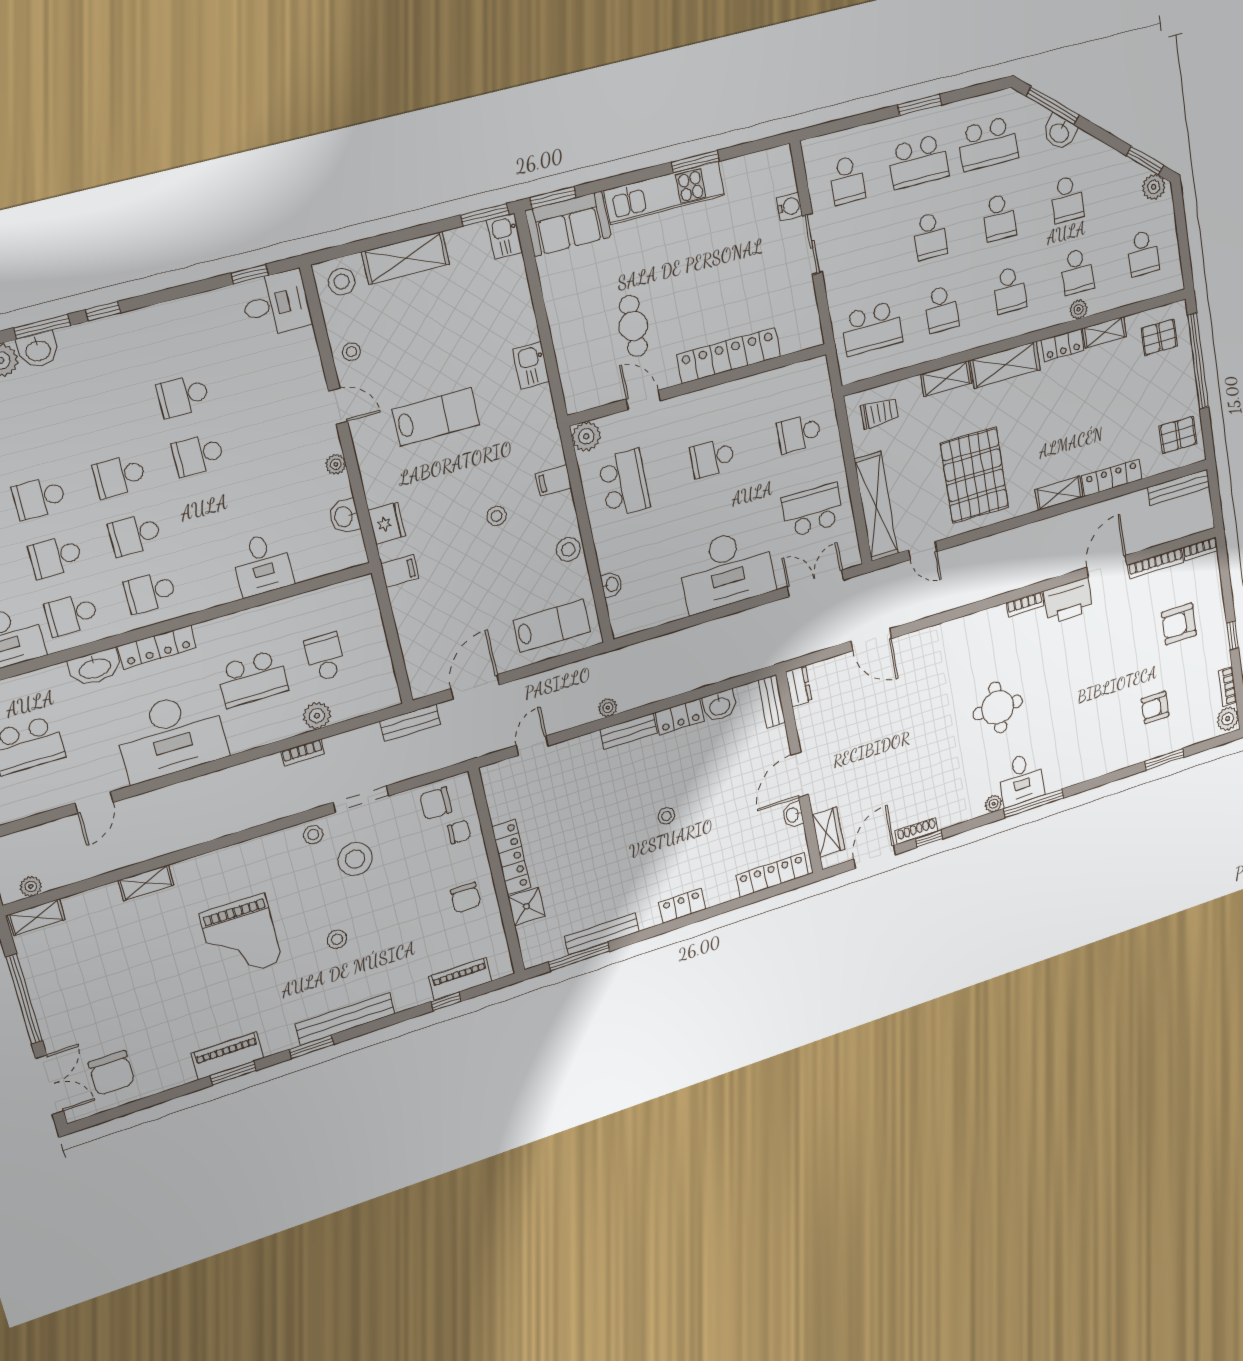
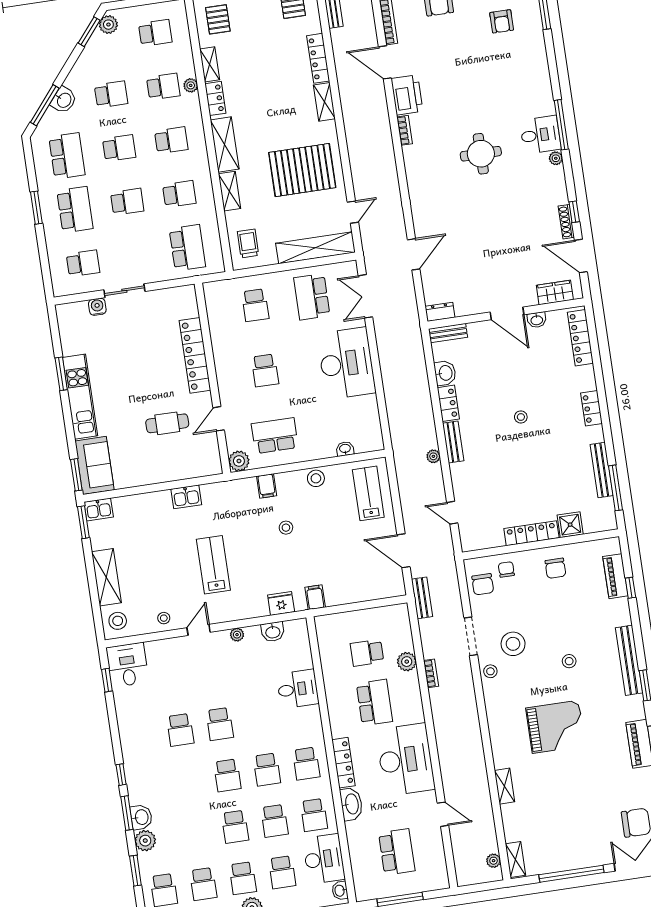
chair: (465, 898) -> (555, 568), turned 90

